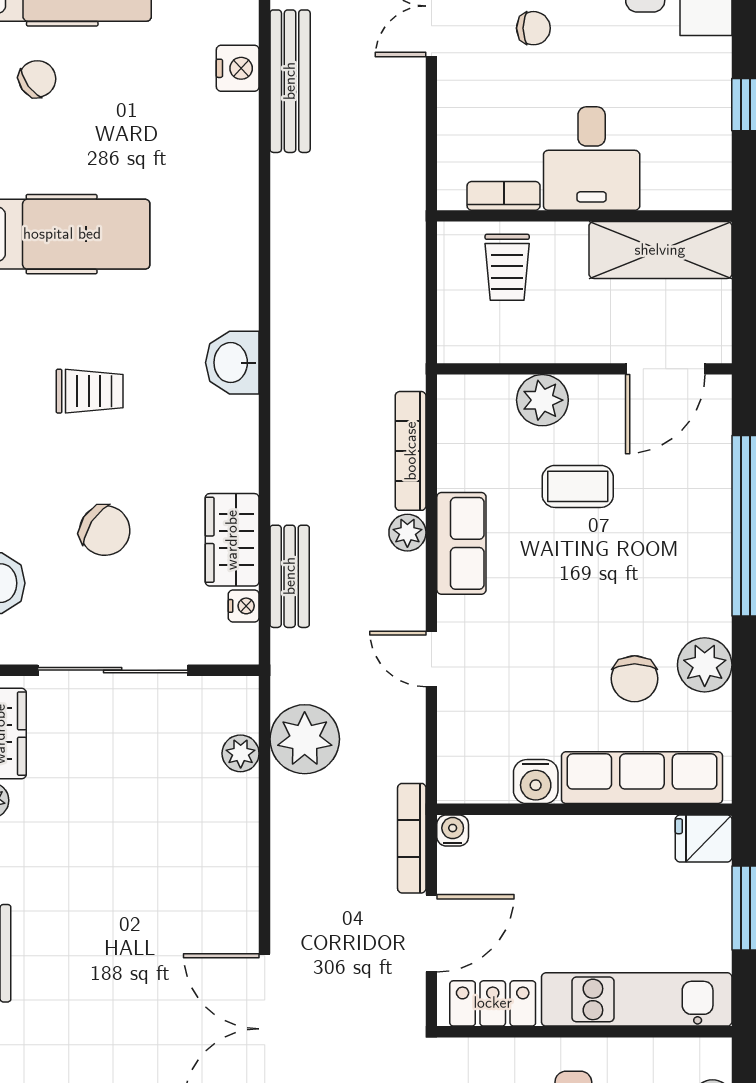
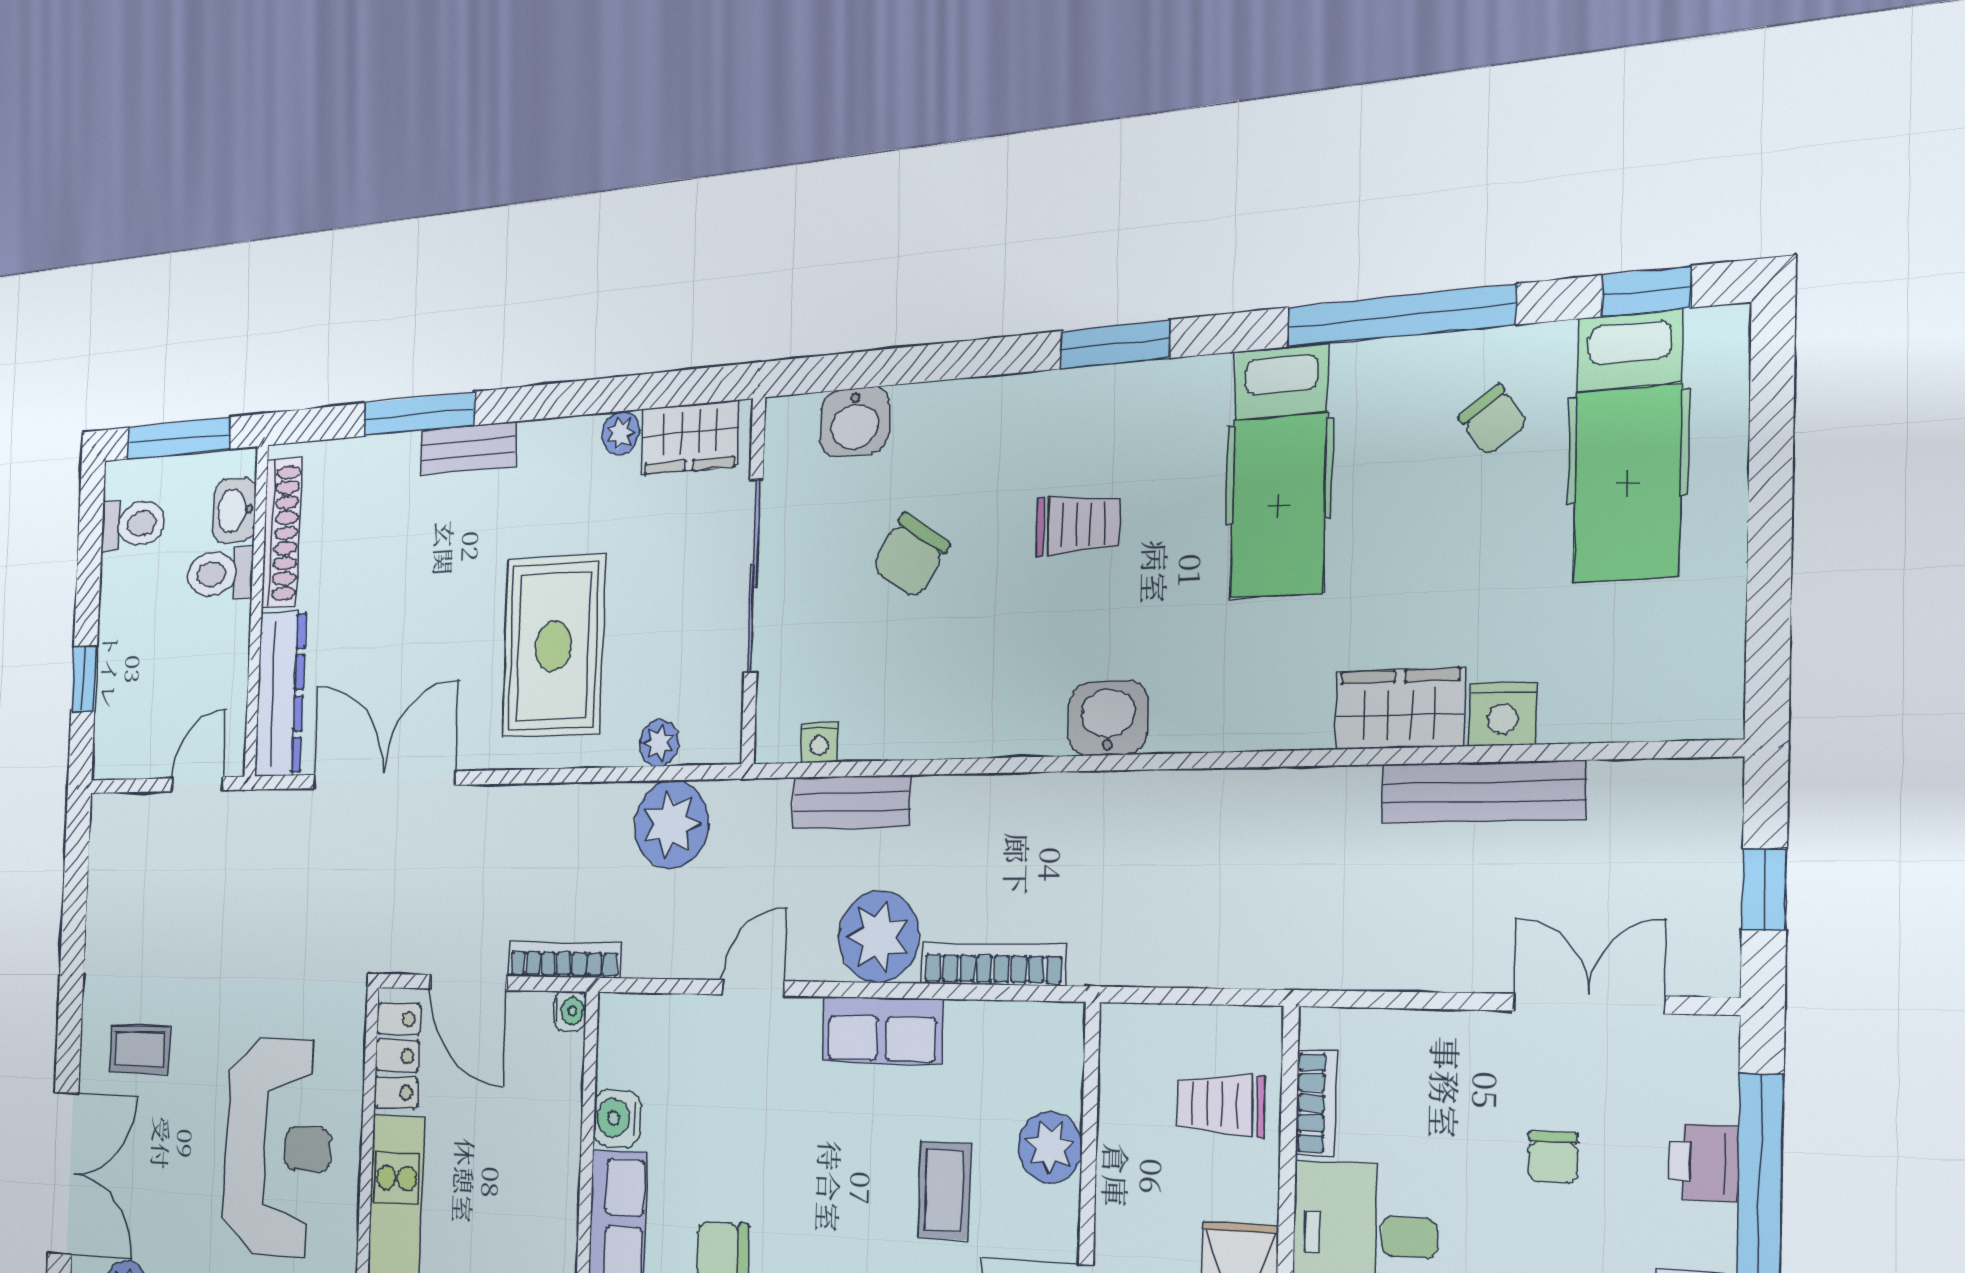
trolley: (90, 391) -> (1078, 525), turned -90
plant: (407, 533) -> (879, 937), width x1.88, depth x1.88
wardrobe: (232, 540) -> (1400, 709), moved
rug: (160, 859) -> (553, 646), added

